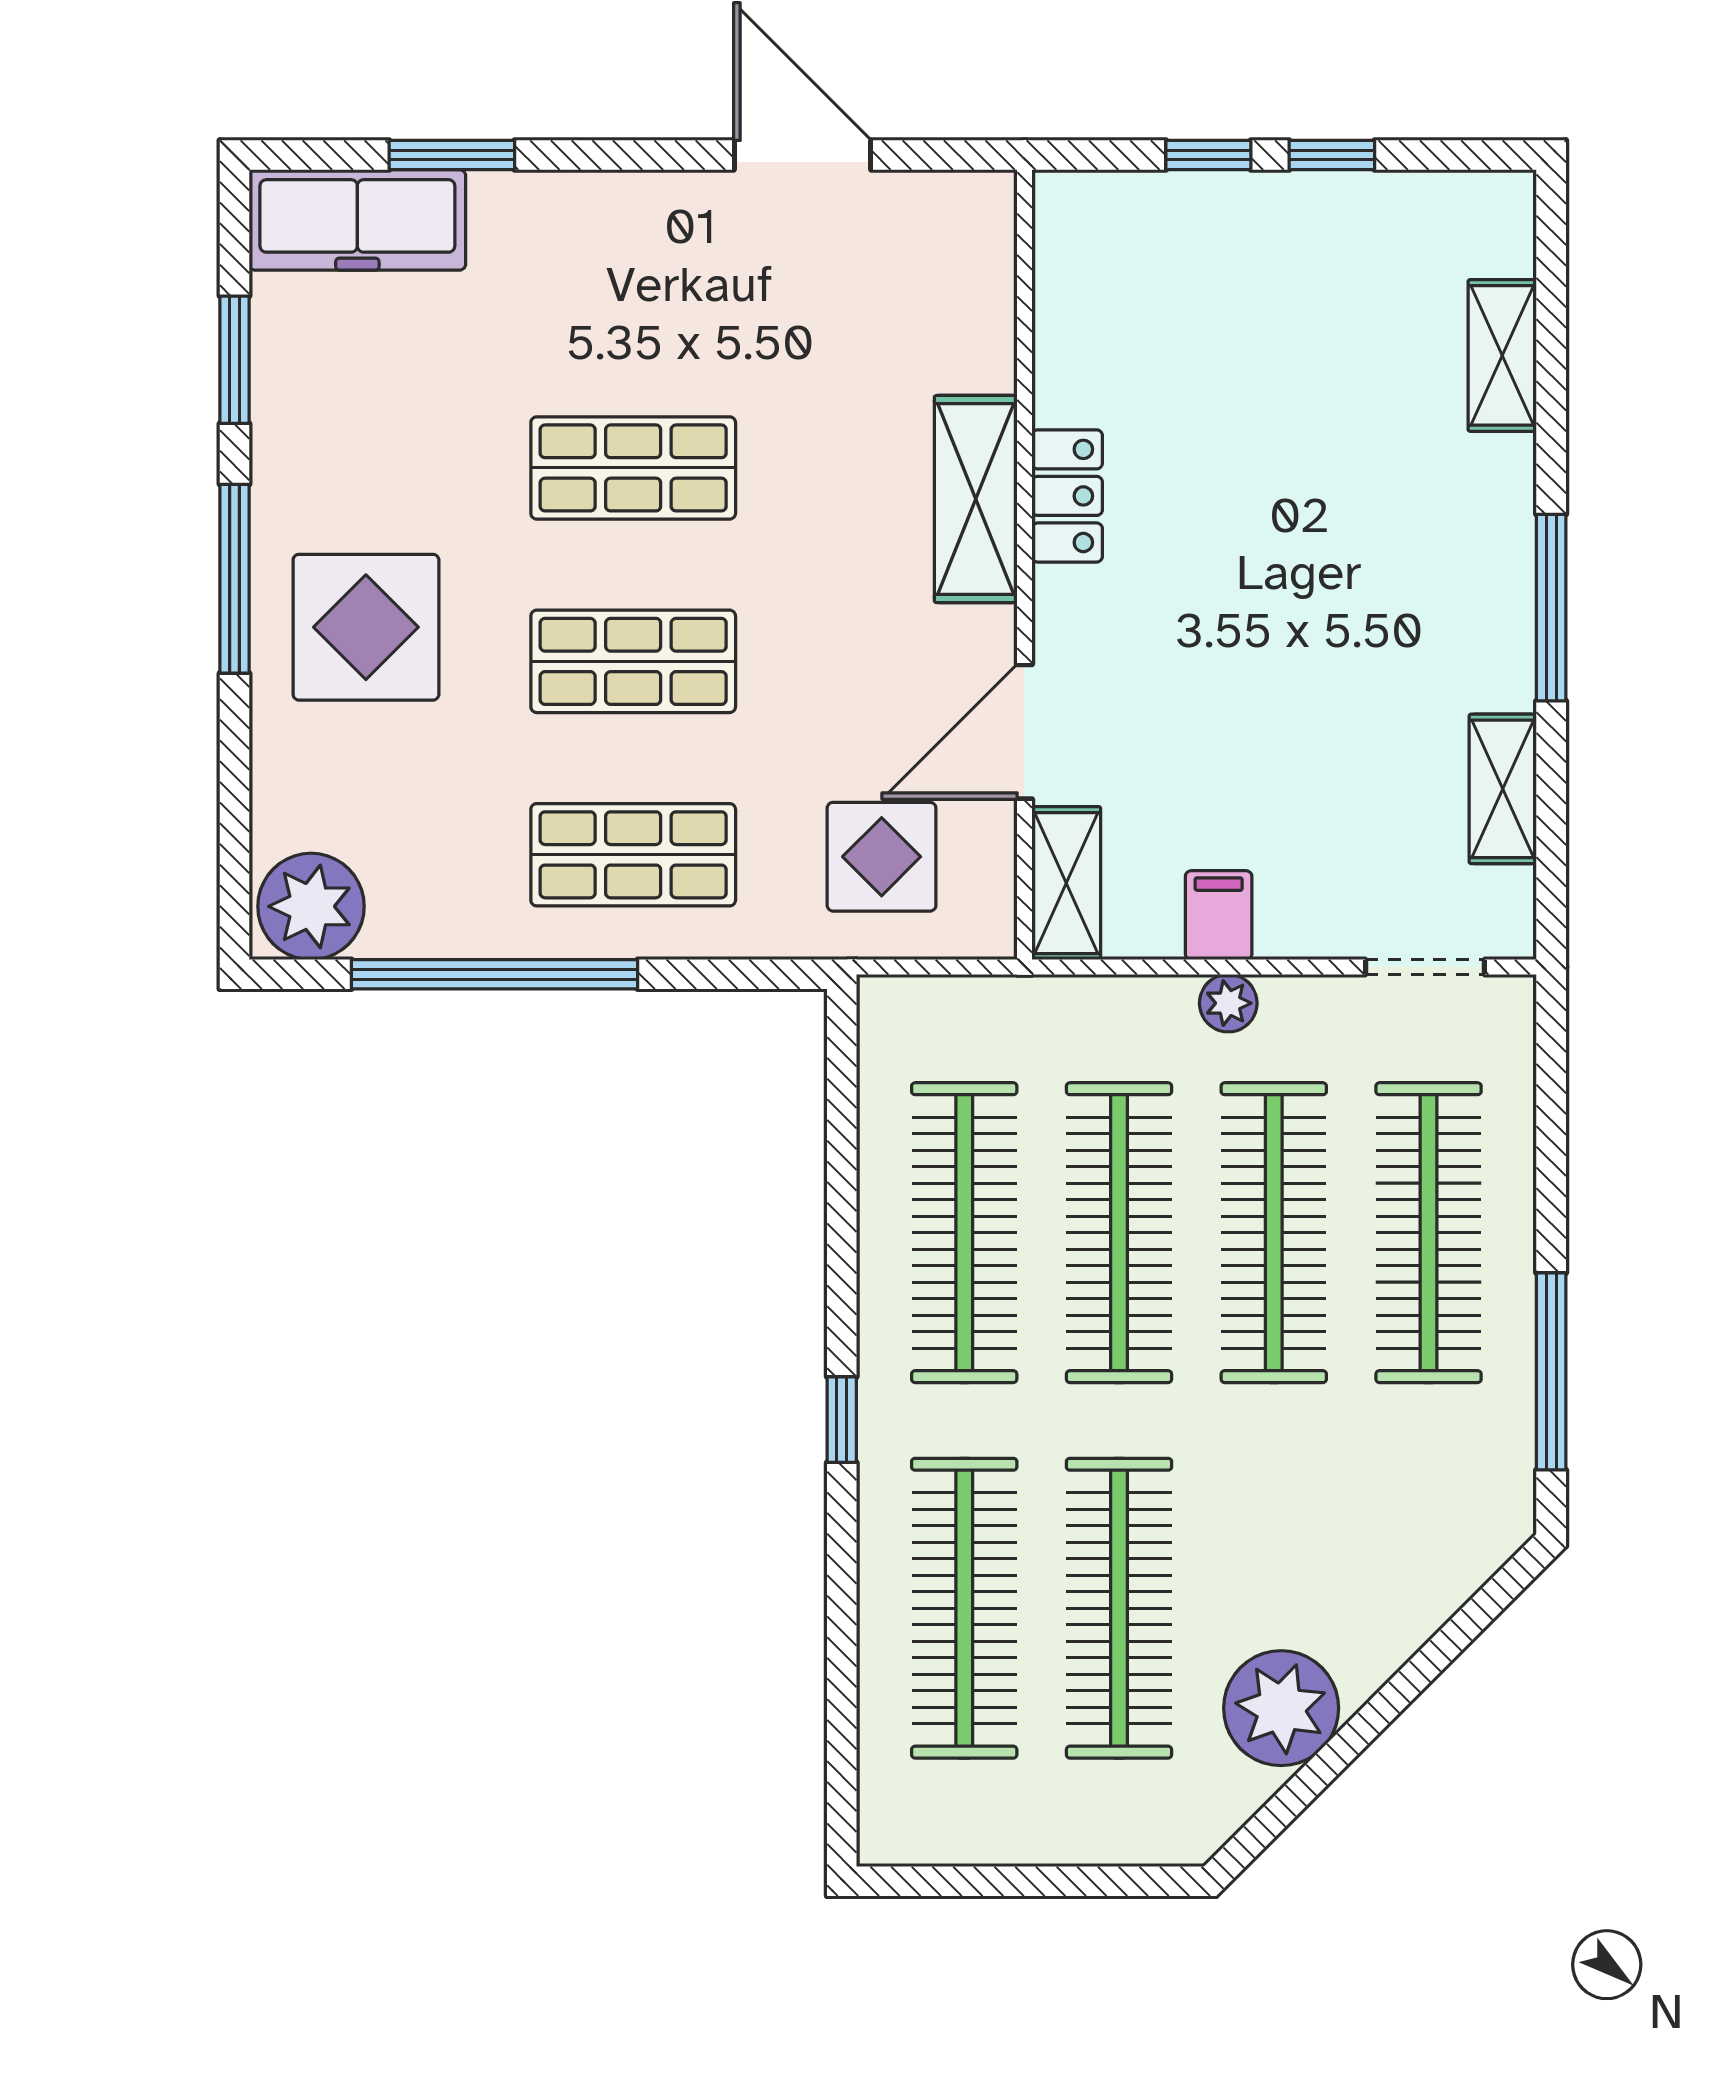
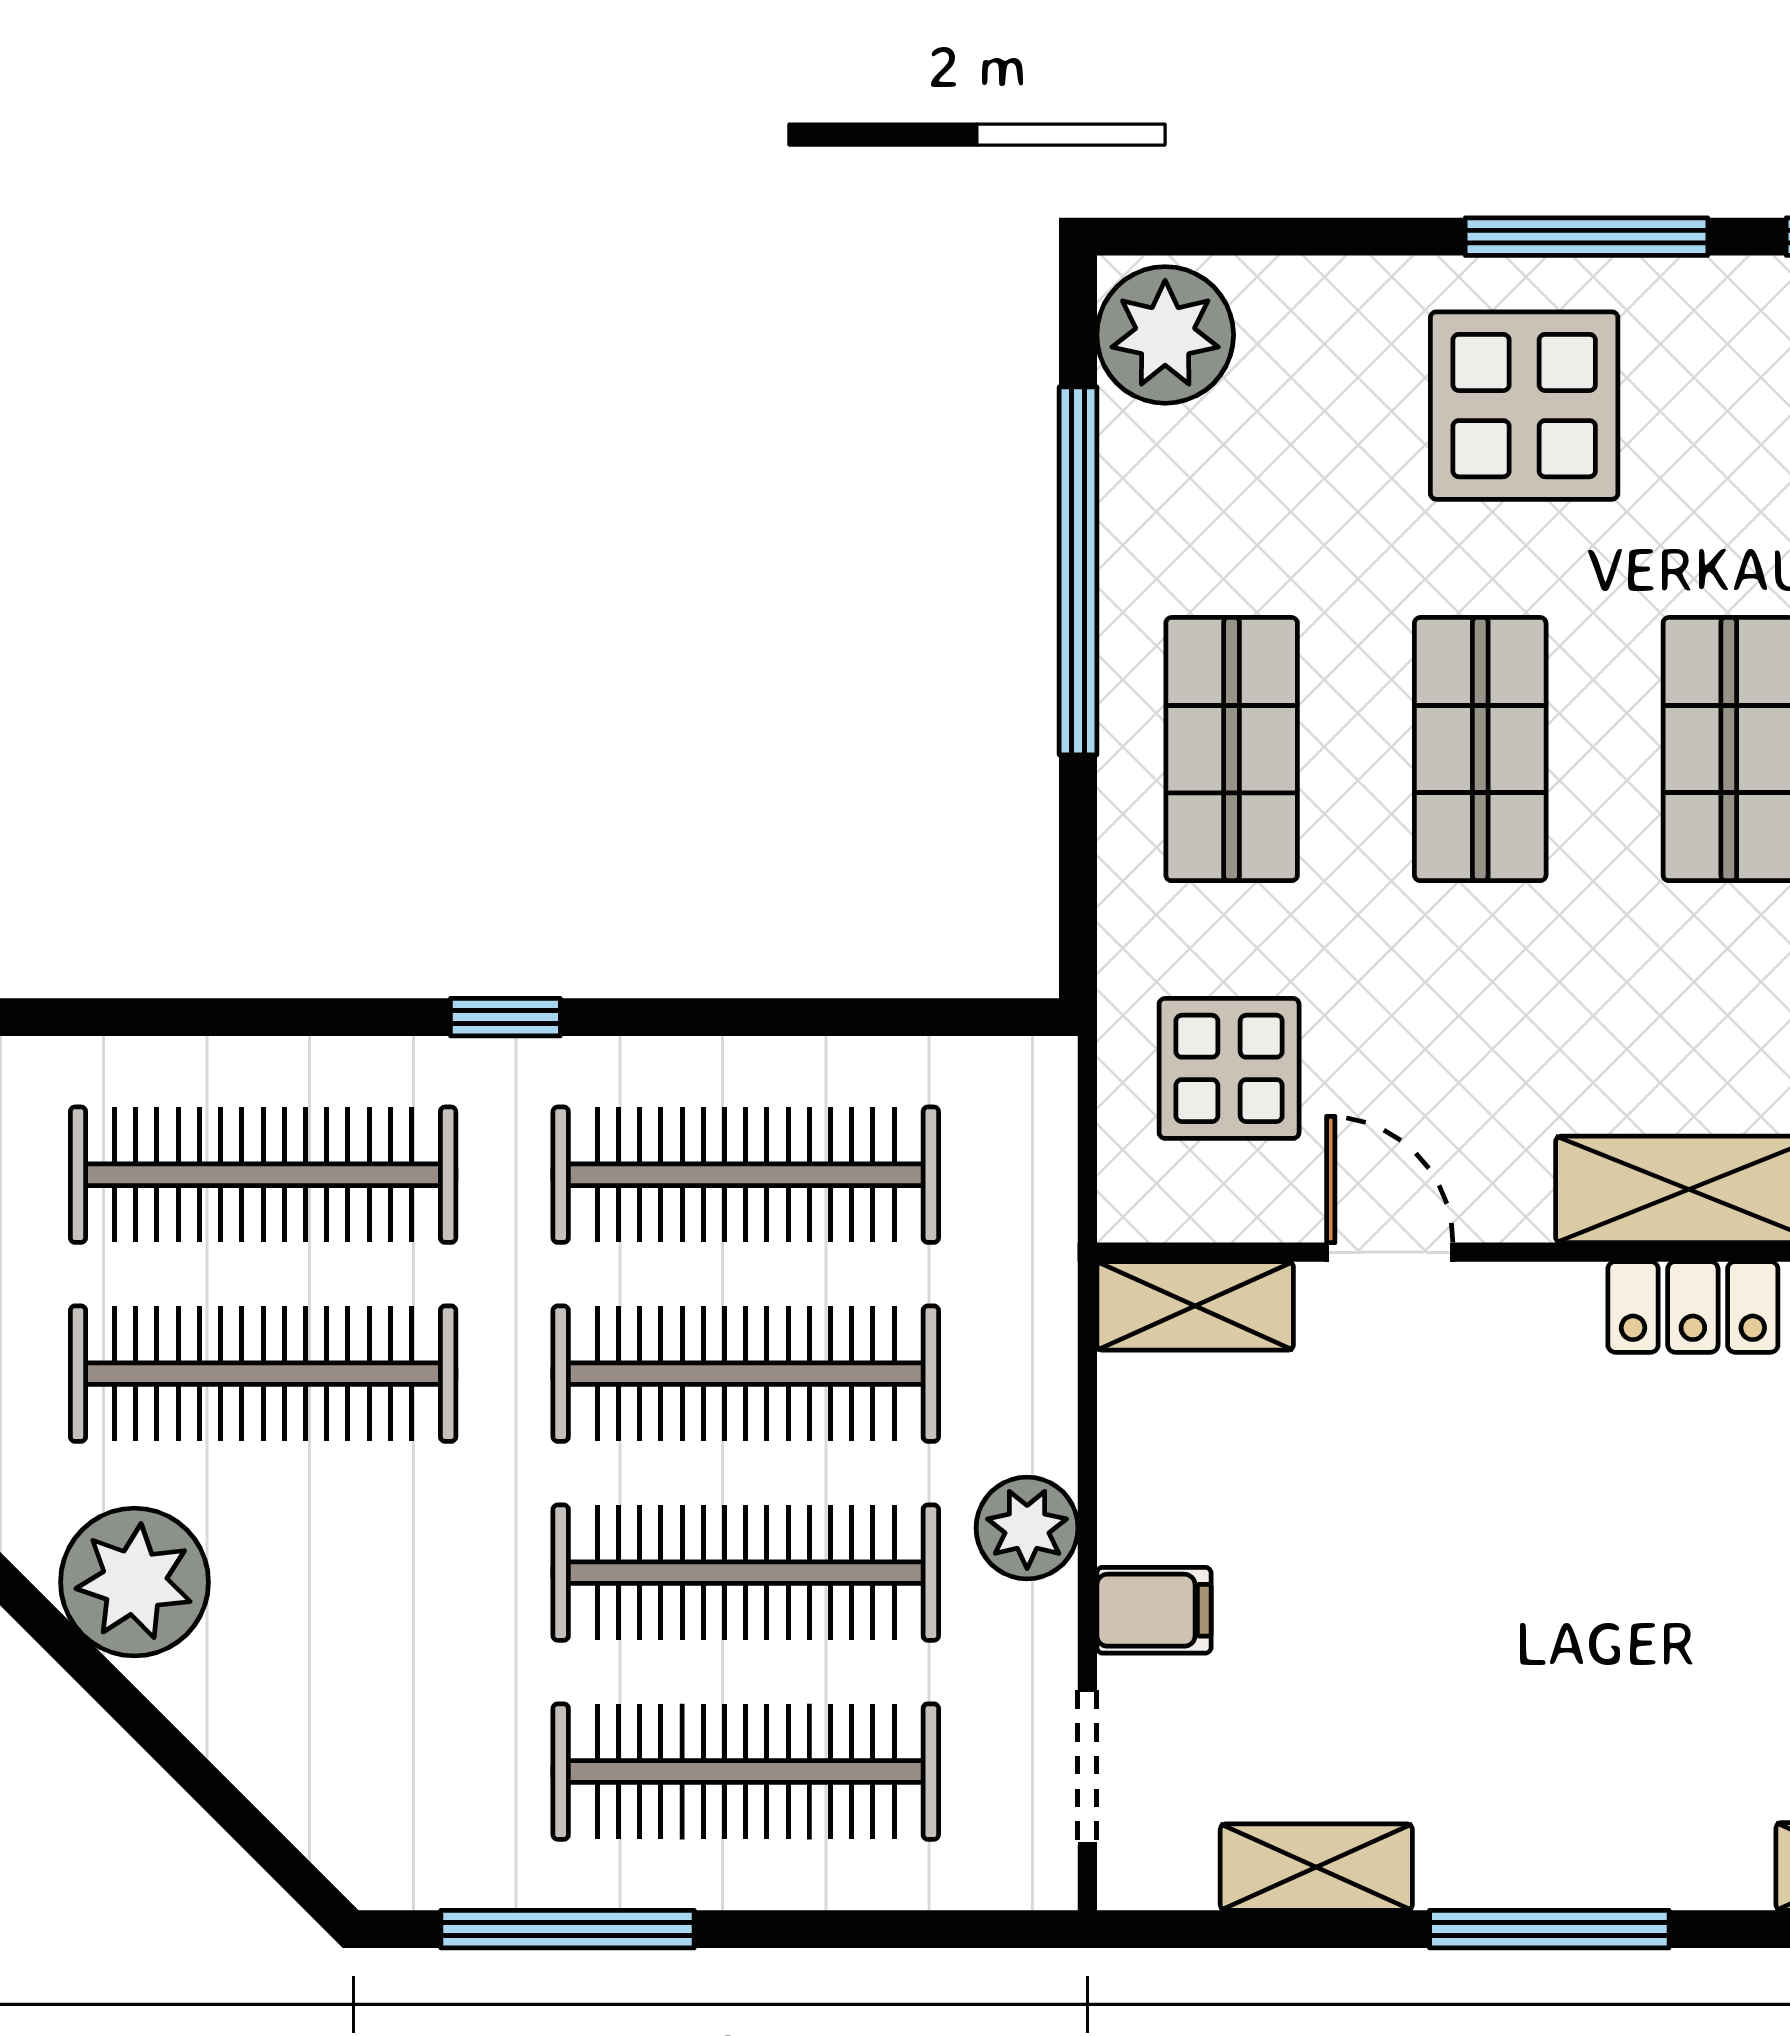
door: (1024, 732) -> (1390, 1252), width x0.73
filing cabinet: (1219, 915) -> (1154, 1610), moved
plant: (1228, 1003) -> (1027, 1528), width x1.38, depth x1.38

